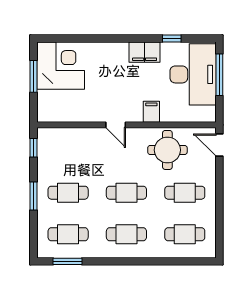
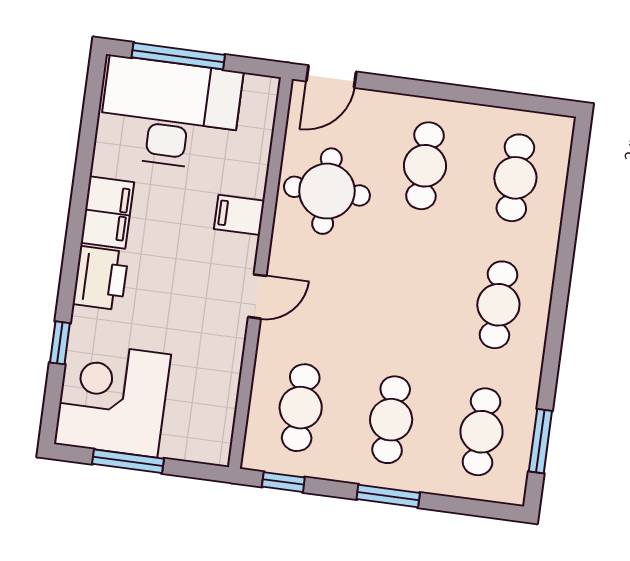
window: (172, 39) -> (60, 343), moved
printer: (114, 53) -> (101, 278), added
cafe table: (126, 193) -> (301, 408), moved

